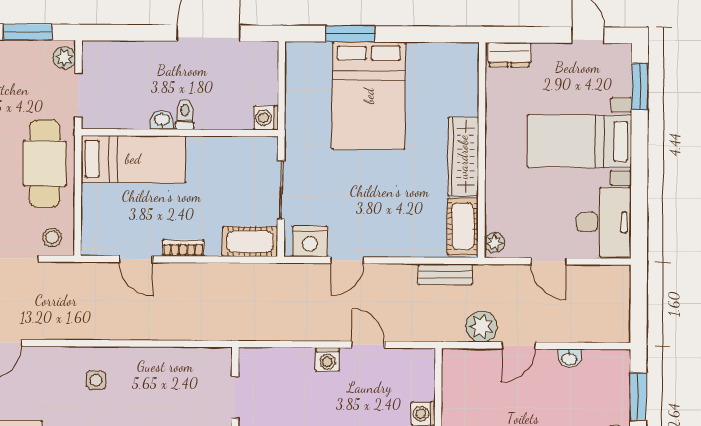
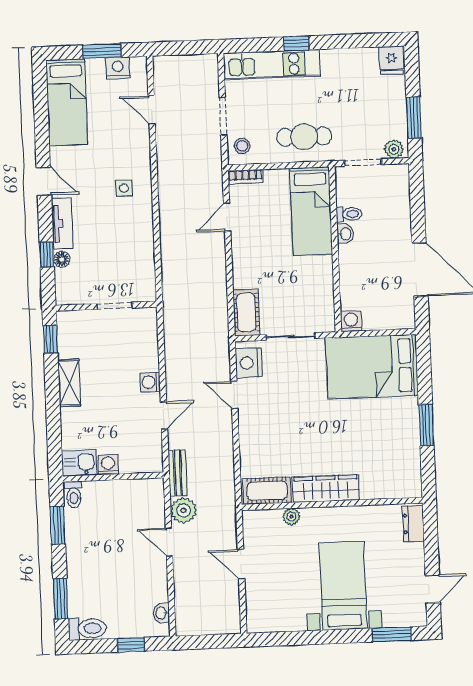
window: (350, 34) -> (426, 425), moved
bed: (369, 96) -> (372, 367), moved
toilet: (185, 115) -> (349, 214), moved
cafe table: (45, 163) -> (304, 137), width x0.73, depth x0.74
desk: (604, 222) -> (276, 609), removed
plant: (494, 243) -> (291, 517), moved
bookcase: (183, 248) -> (246, 177), moved, turned 90
door: (549, 261) -> (241, 564), hinge flipped
bench: (445, 274) -> (178, 473), moved
washbasin: (569, 358) -> (161, 613), moved
window: (638, 397) -> (131, 645), width x0.67

